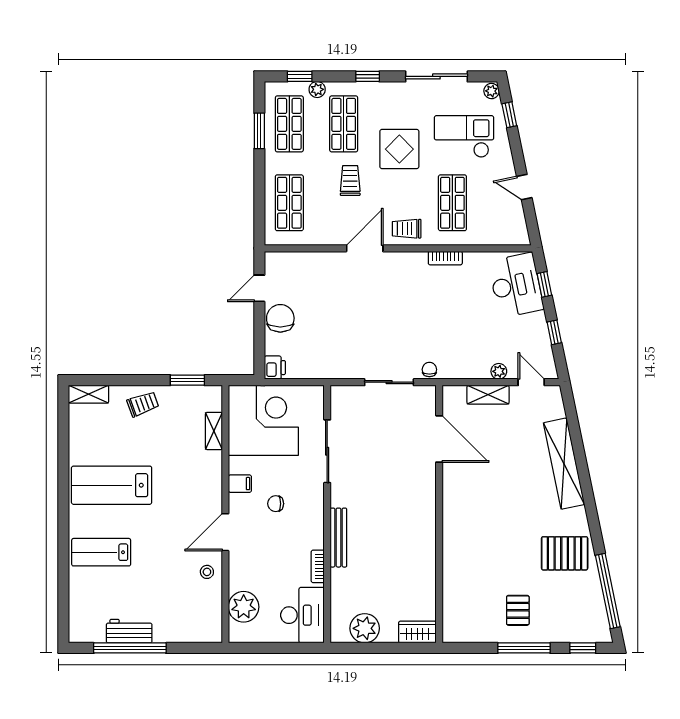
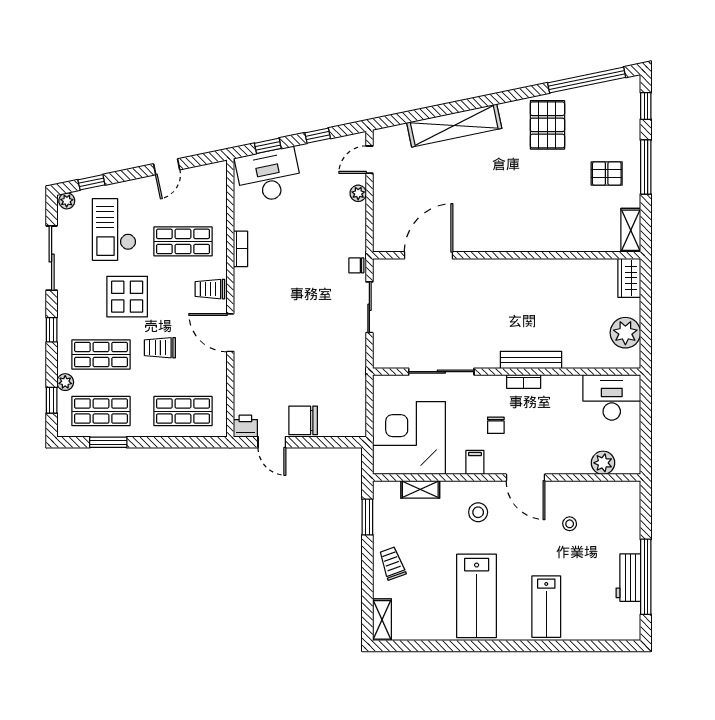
trolley: (407, 229) -> (210, 289), turned 90
printer: (275, 368) -> (245, 426), moved
shelving: (488, 395) -> (631, 230), moved
stool: (192, 487) -> (478, 512), added
bookcase: (318, 566) -> (524, 382), moved
stool: (207, 572) -> (570, 524), moved
plant: (244, 607) -> (603, 463), width x0.73, depth x0.73

